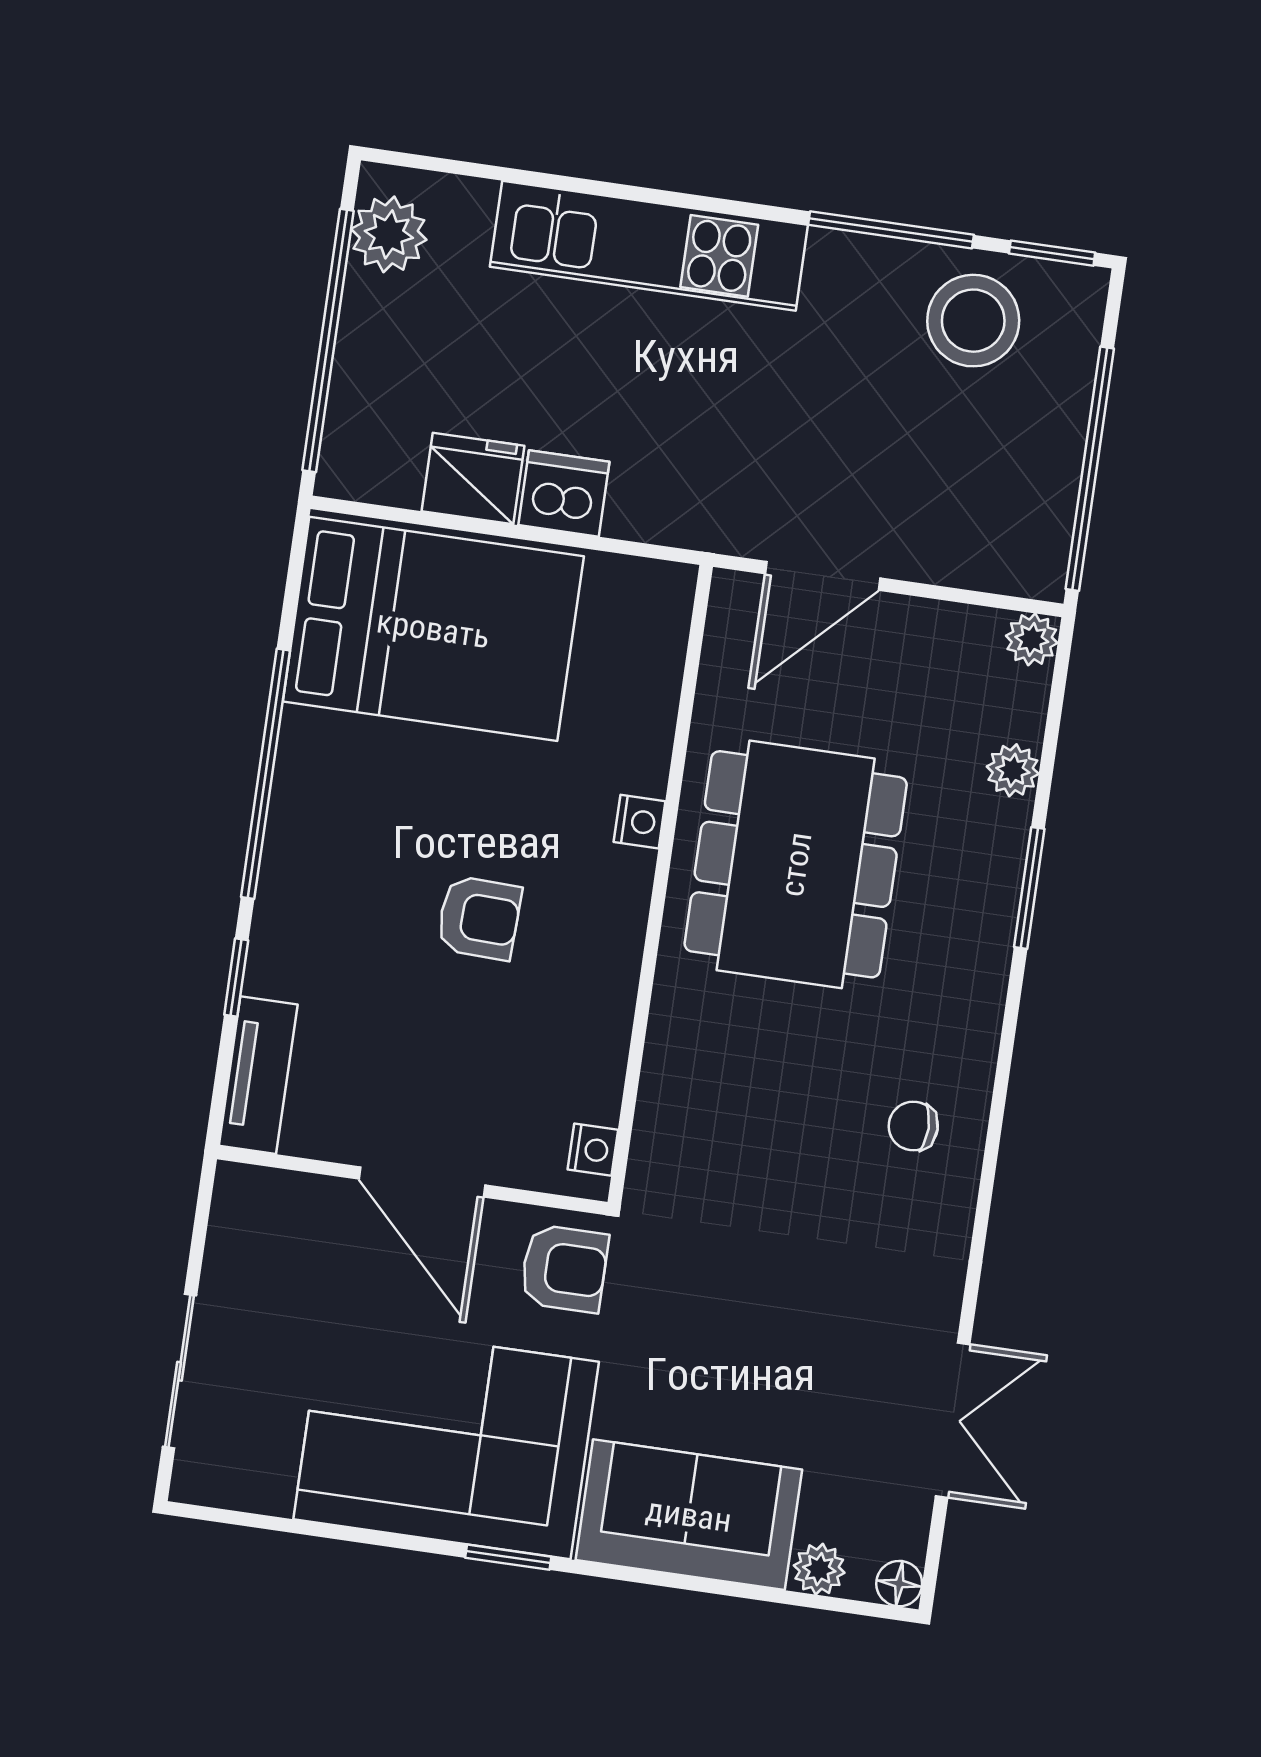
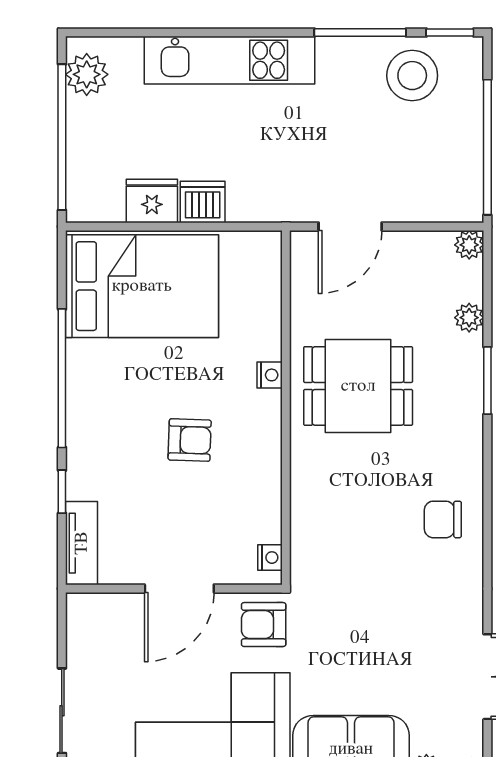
dining table: (796, 864) -> (358, 386), width x0.73
chair: (913, 1126) -> (443, 519), width x1.37, depth x1.37
door: (422, 1182) -> (179, 589), hinge flipped
armchair: (564, 1268) -> (264, 625), turned 180

